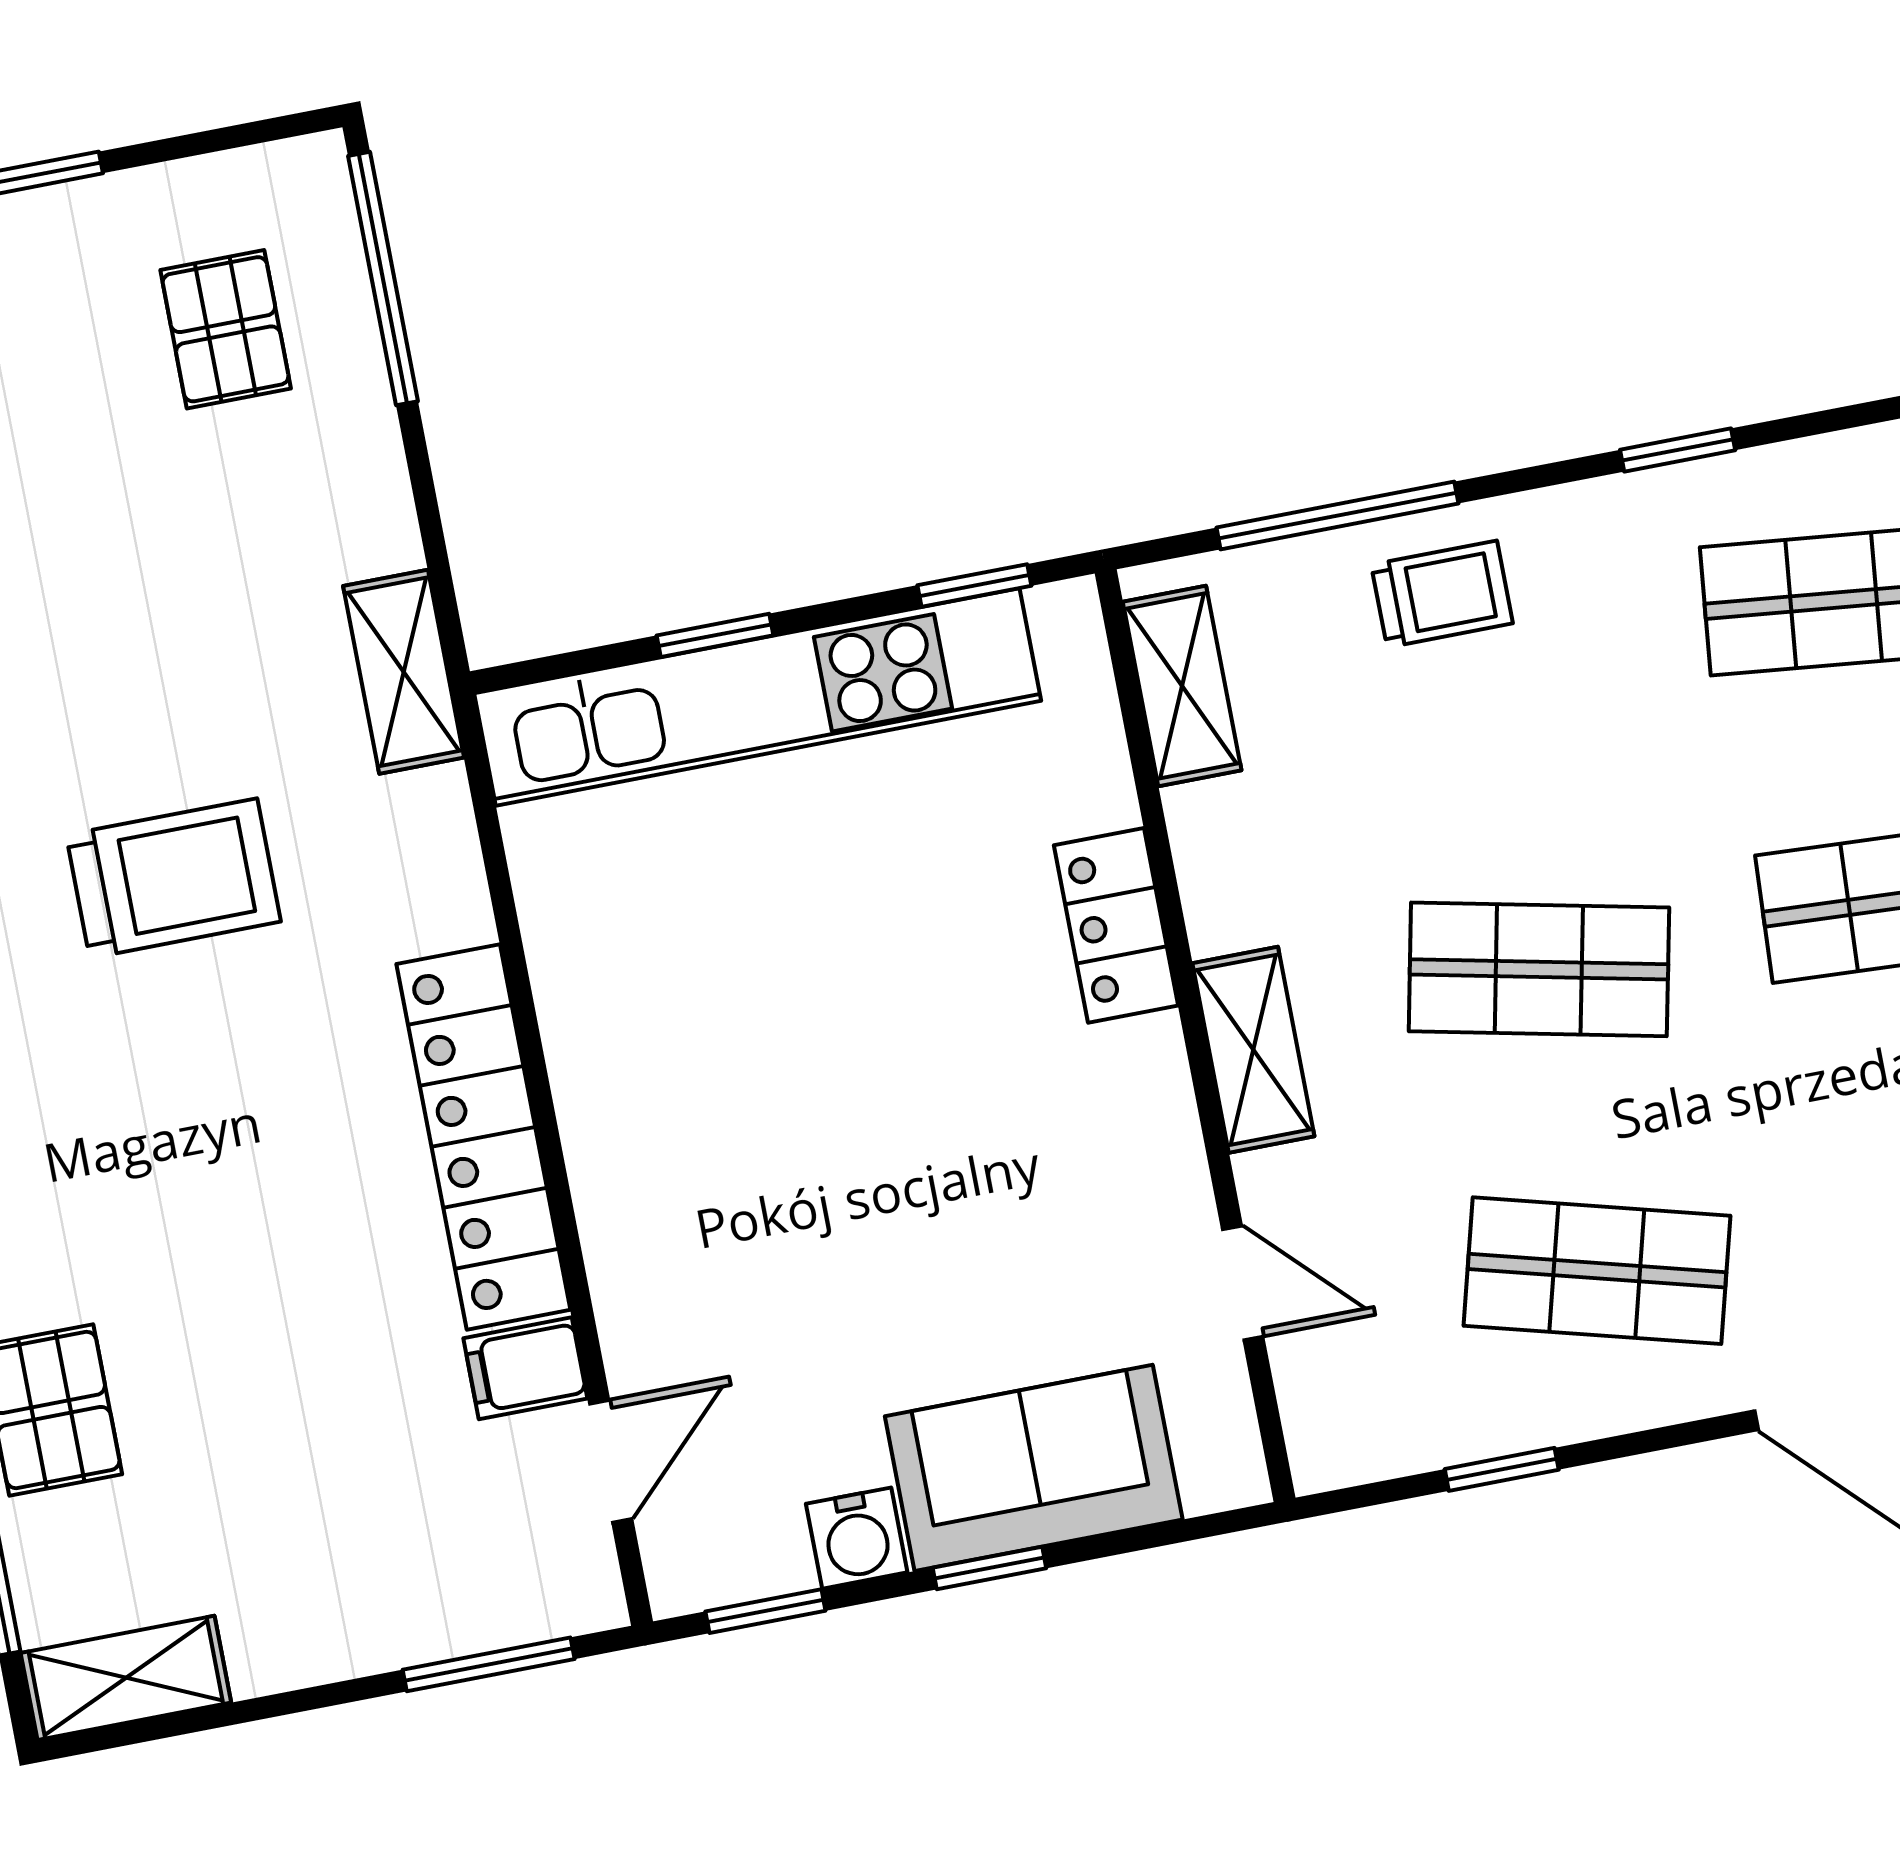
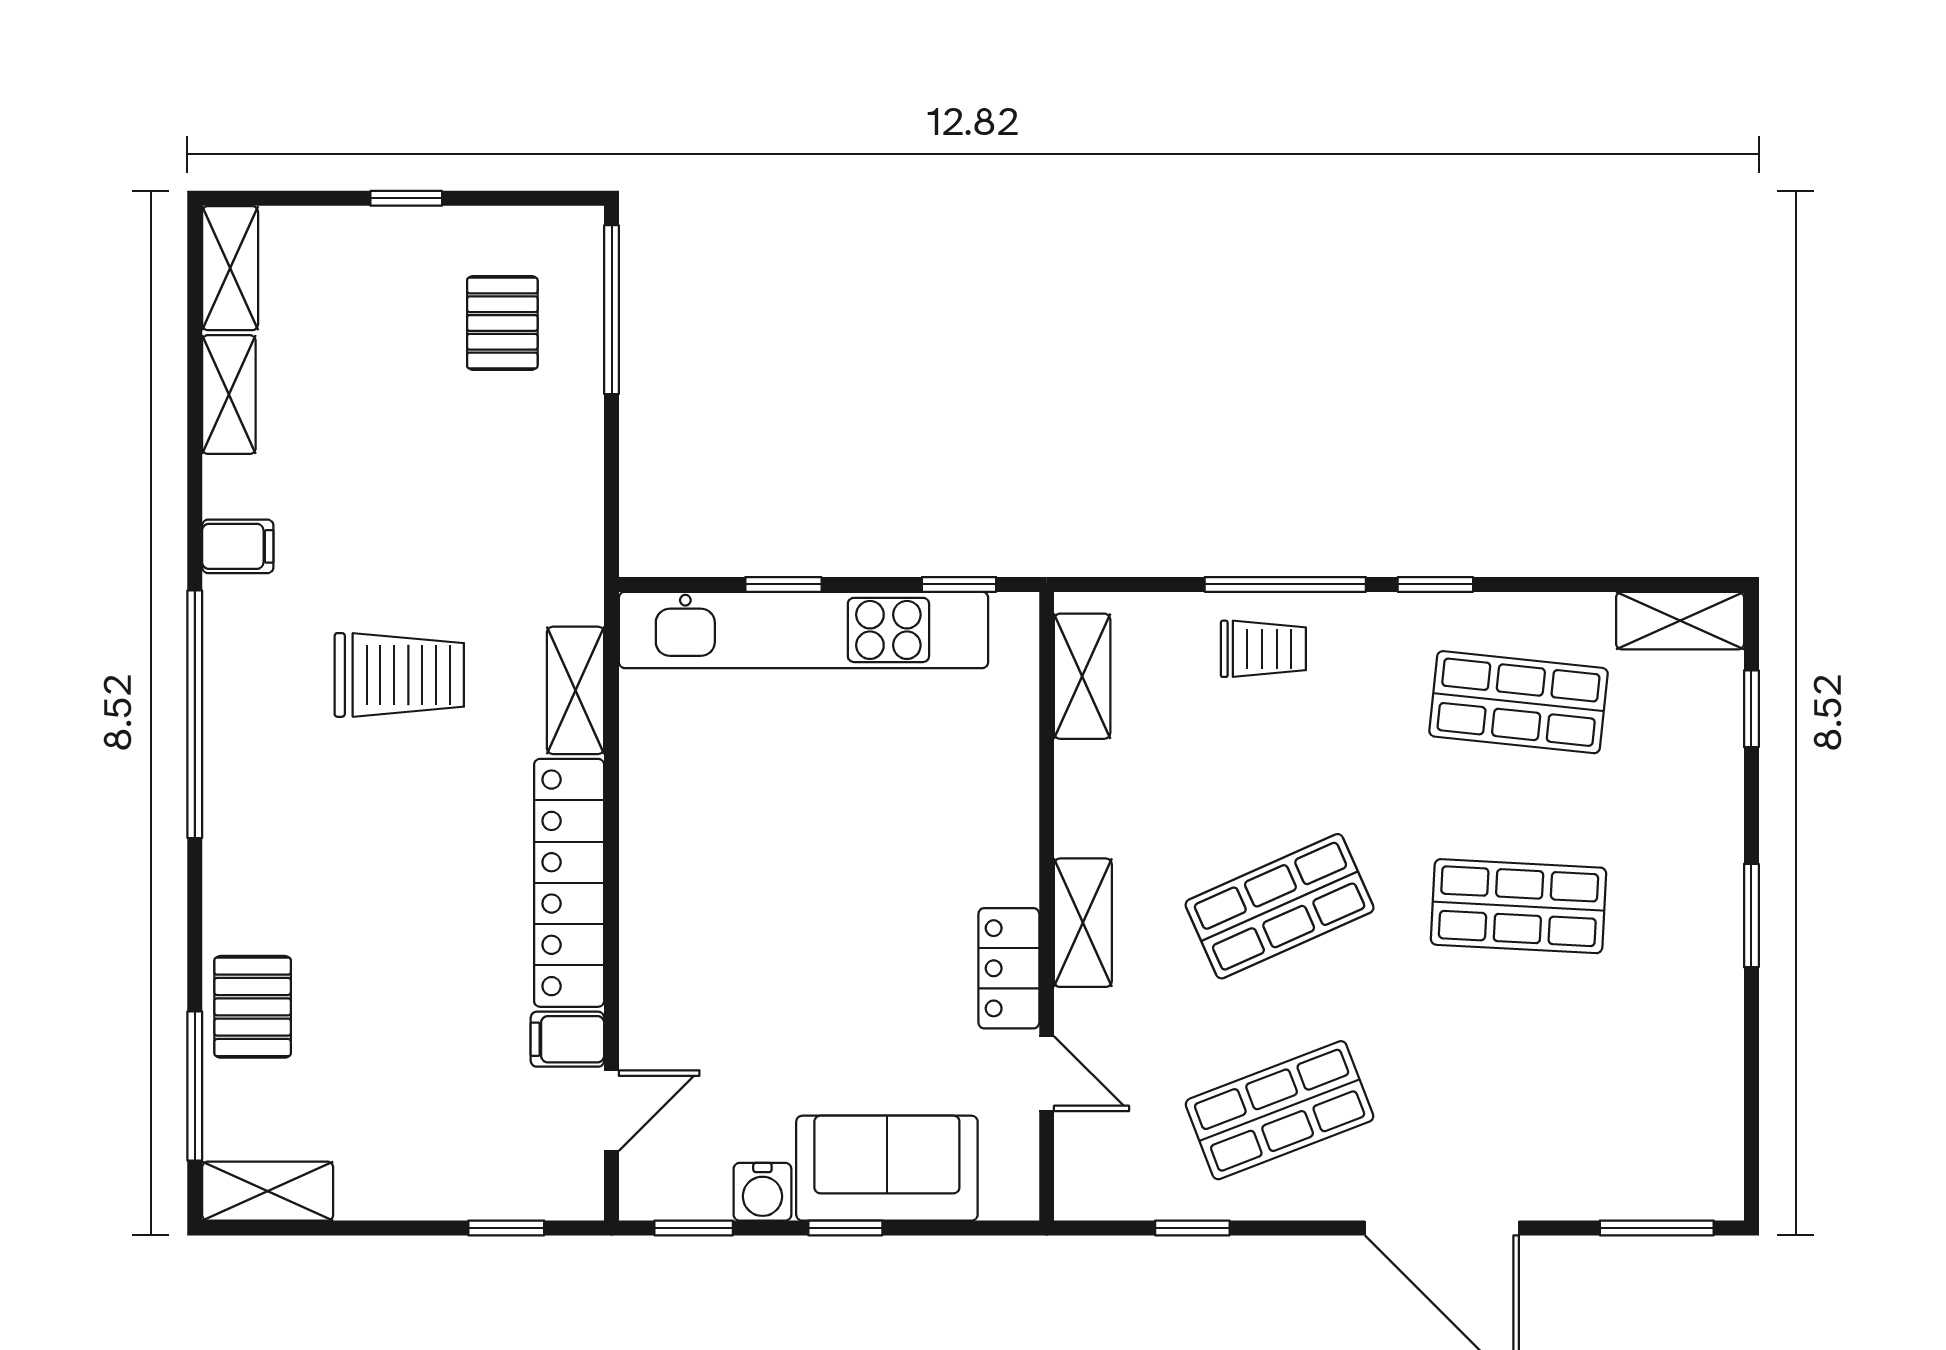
window: (1337, 516) -> (1285, 584), moved
shelving: (404, 672) -> (576, 690), moved
locker: (1116, 925) -> (1009, 968), moved
shop shelf: (1539, 969) -> (1280, 906), turned -36
shop shelf: (1597, 1271) -> (1280, 1110), turned -36
window: (489, 1664) -> (506, 1228), width x0.67

